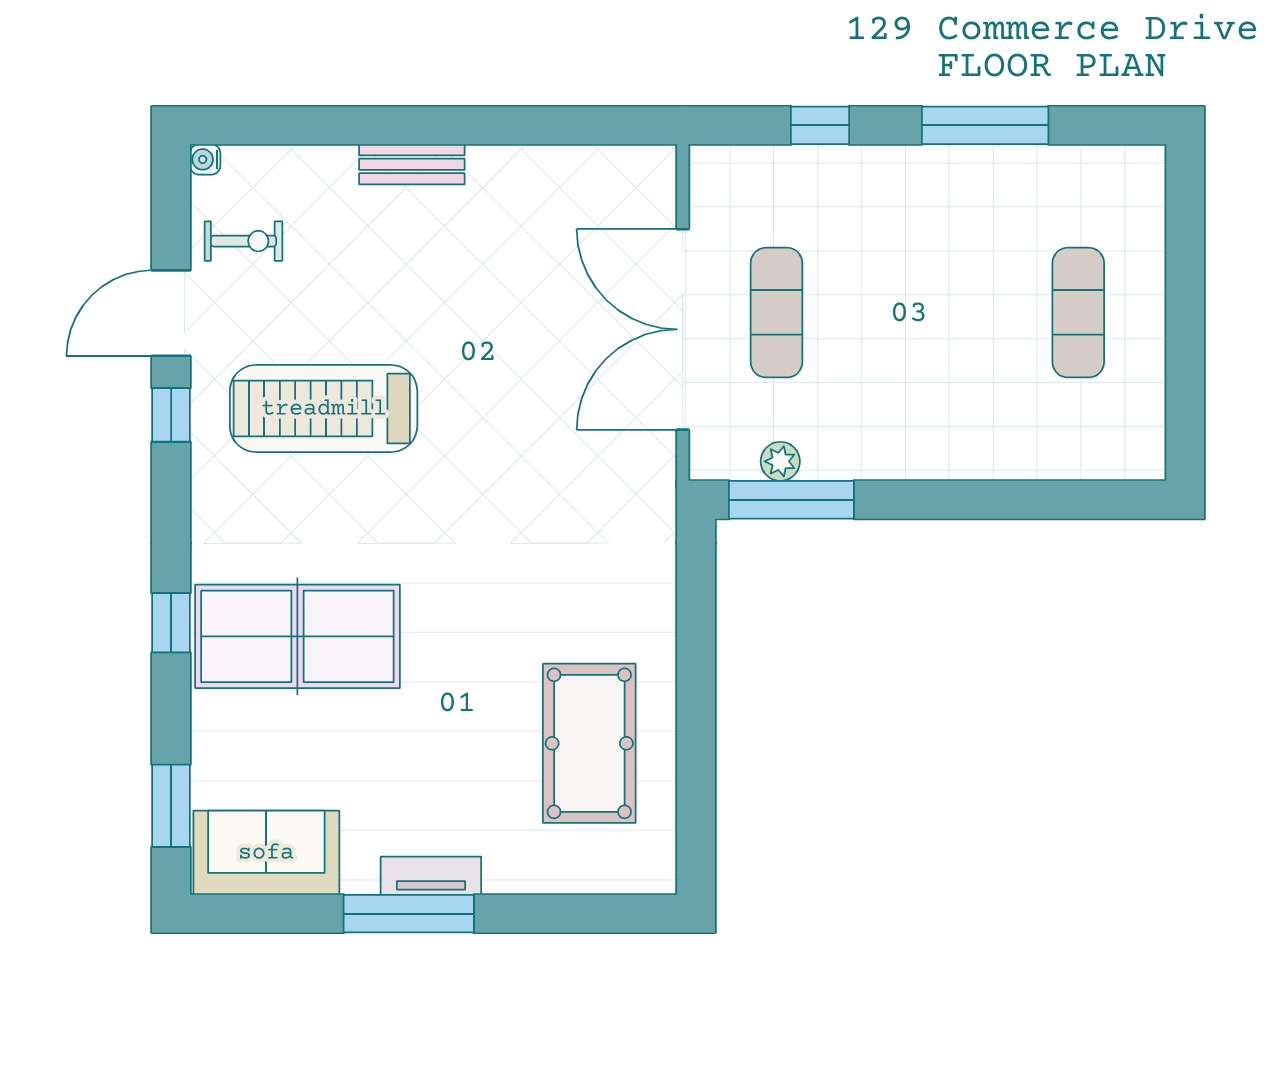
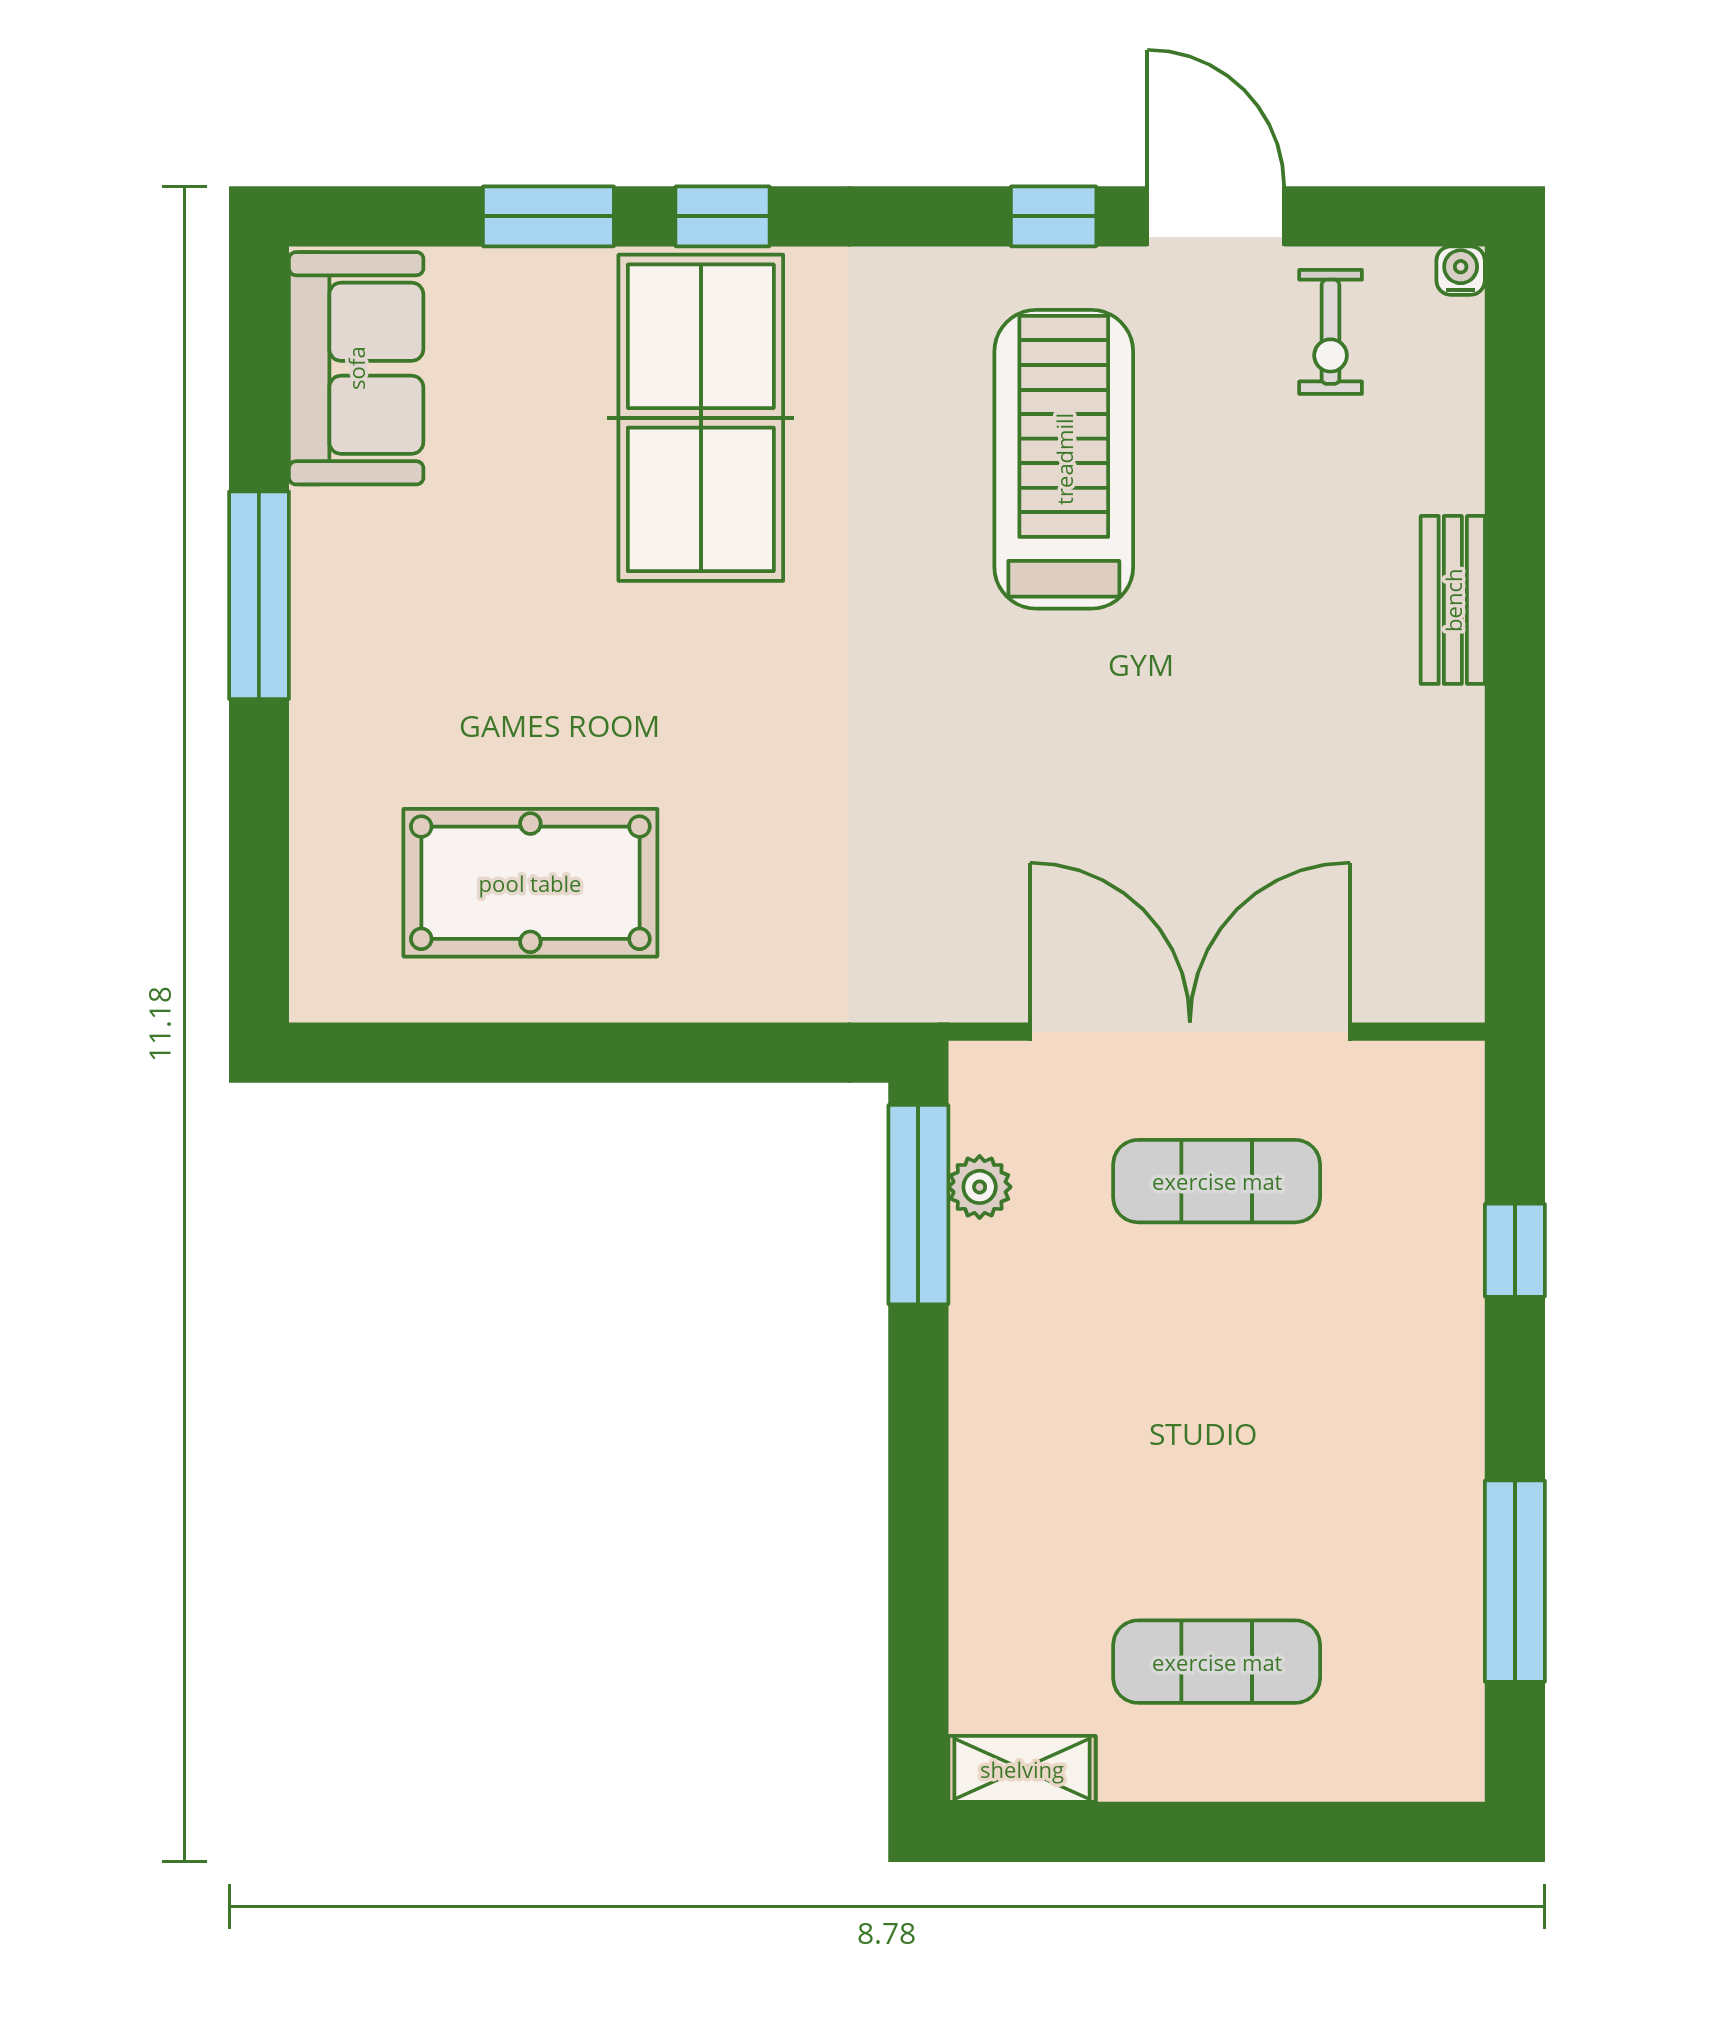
window: (985, 125) -> (1515, 1581), moved
shelving: (1146, 435) -> (1022, 1769), added
window: (171, 806) -> (548, 216), moved
tv unit: (431, 876) -> (320, 630), removed

